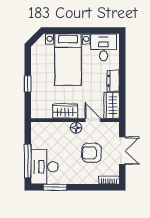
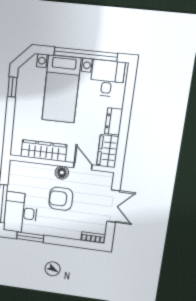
window: (84, 31) -> (86, 54), added
window: (28, 84) -> (12, 87), moved
wardrobe: (65, 111) -> (44, 151), width x1.50
armchair: (92, 153) -> (61, 199), moved

